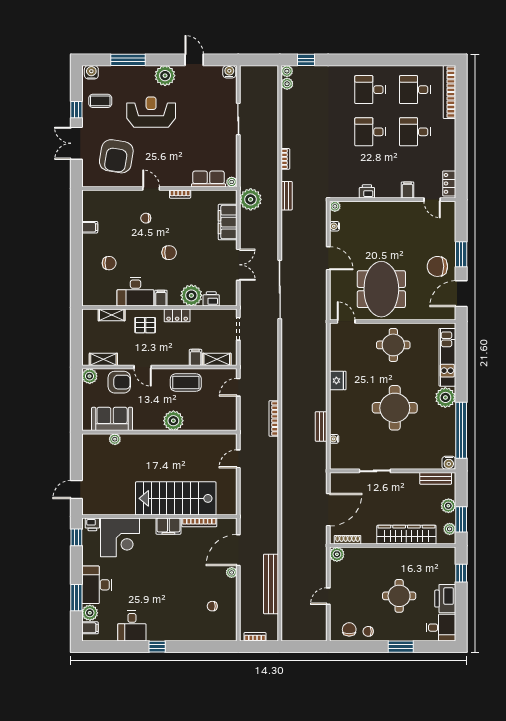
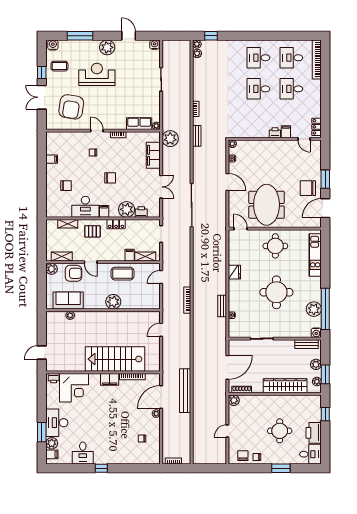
printer: (367, 191) -> (275, 133), moved
plant: (445, 397) -> (314, 309), moved
window: (76, 537) -> (42, 388), removed
bench: (271, 584) -> (185, 391), moved

